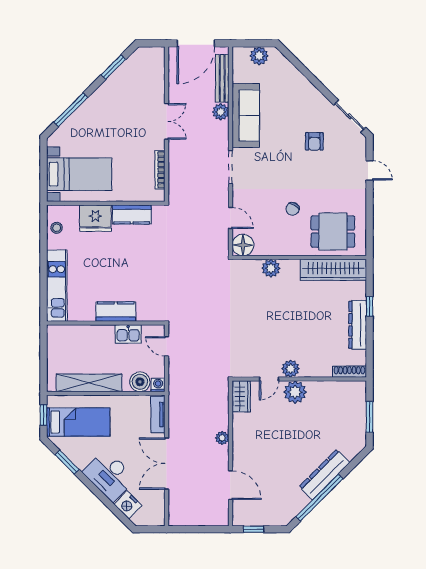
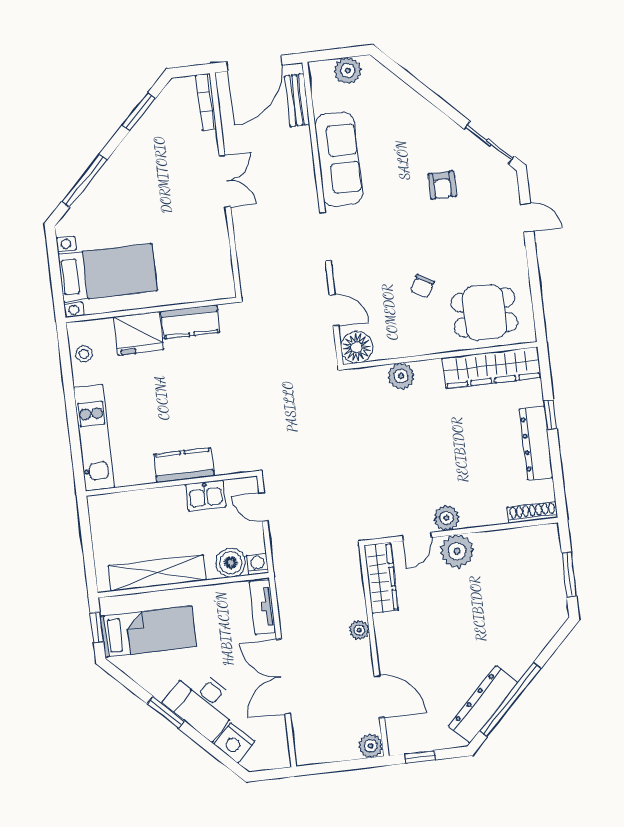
bench: (222, 78) -> (297, 100), width x0.73
plant: (221, 112) -> (371, 746), moved
bookcase: (160, 170) -> (206, 102), moved
wardrobe: (241, 396) -> (381, 578), width x1.50
window: (67, 462) -> (166, 712), moved
dresser: (324, 475) -> (483, 704), moved

